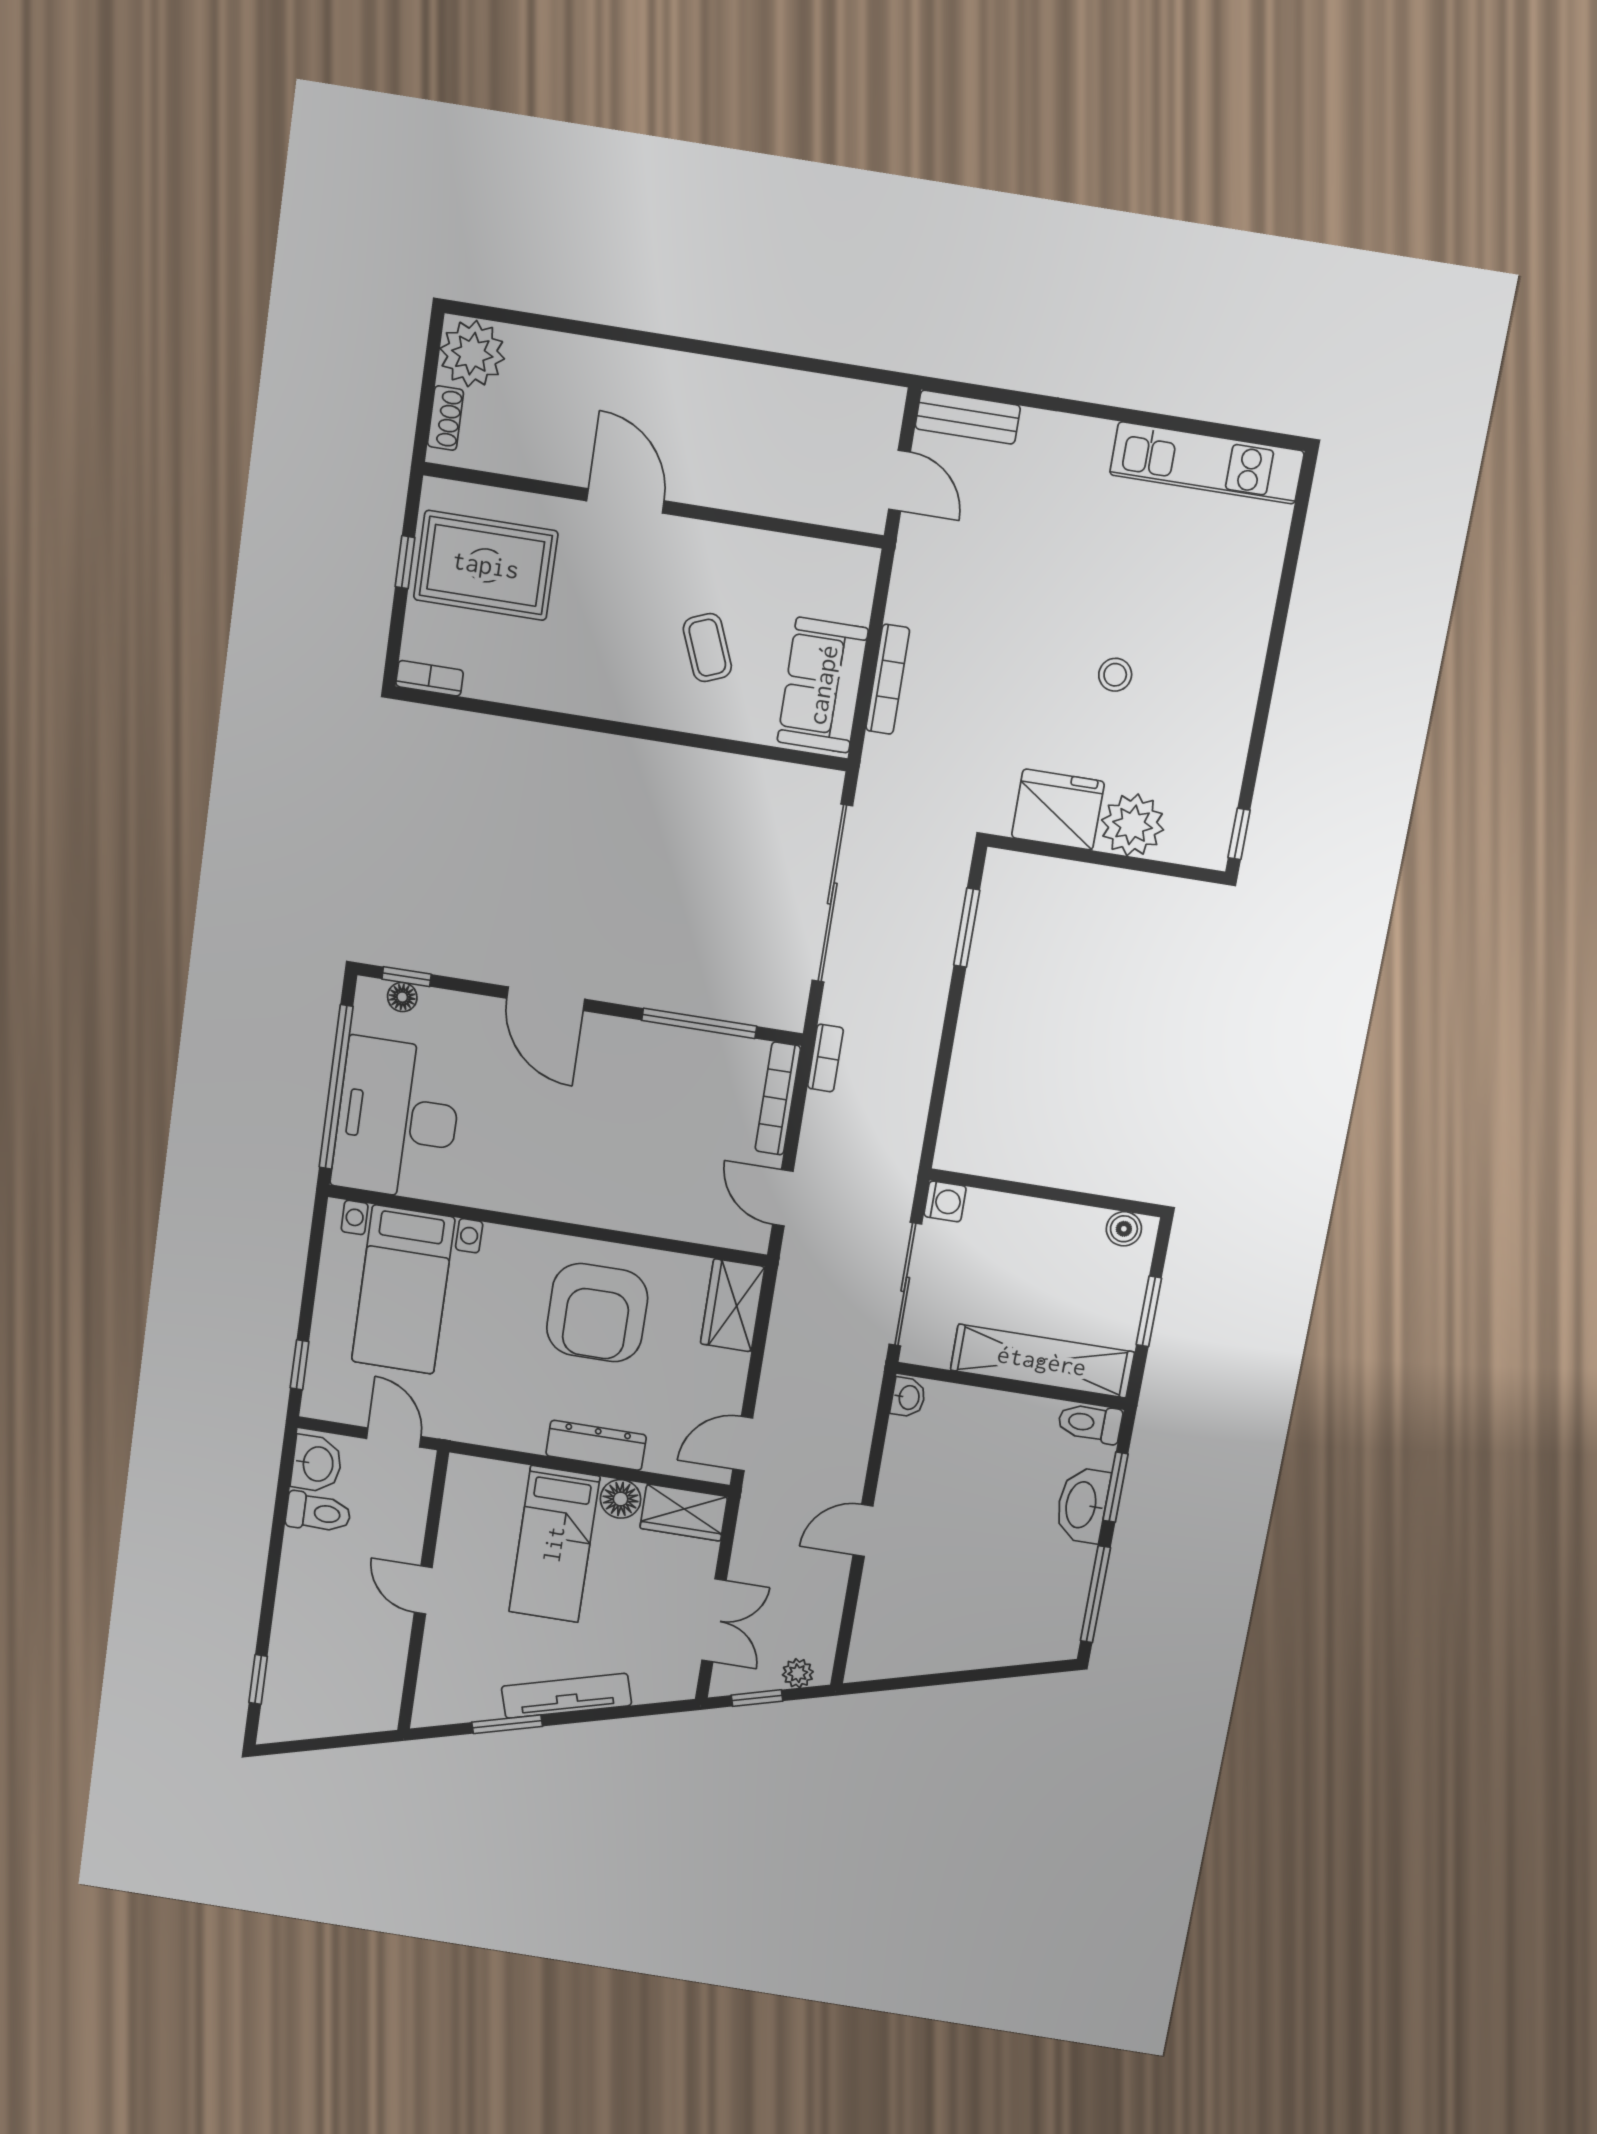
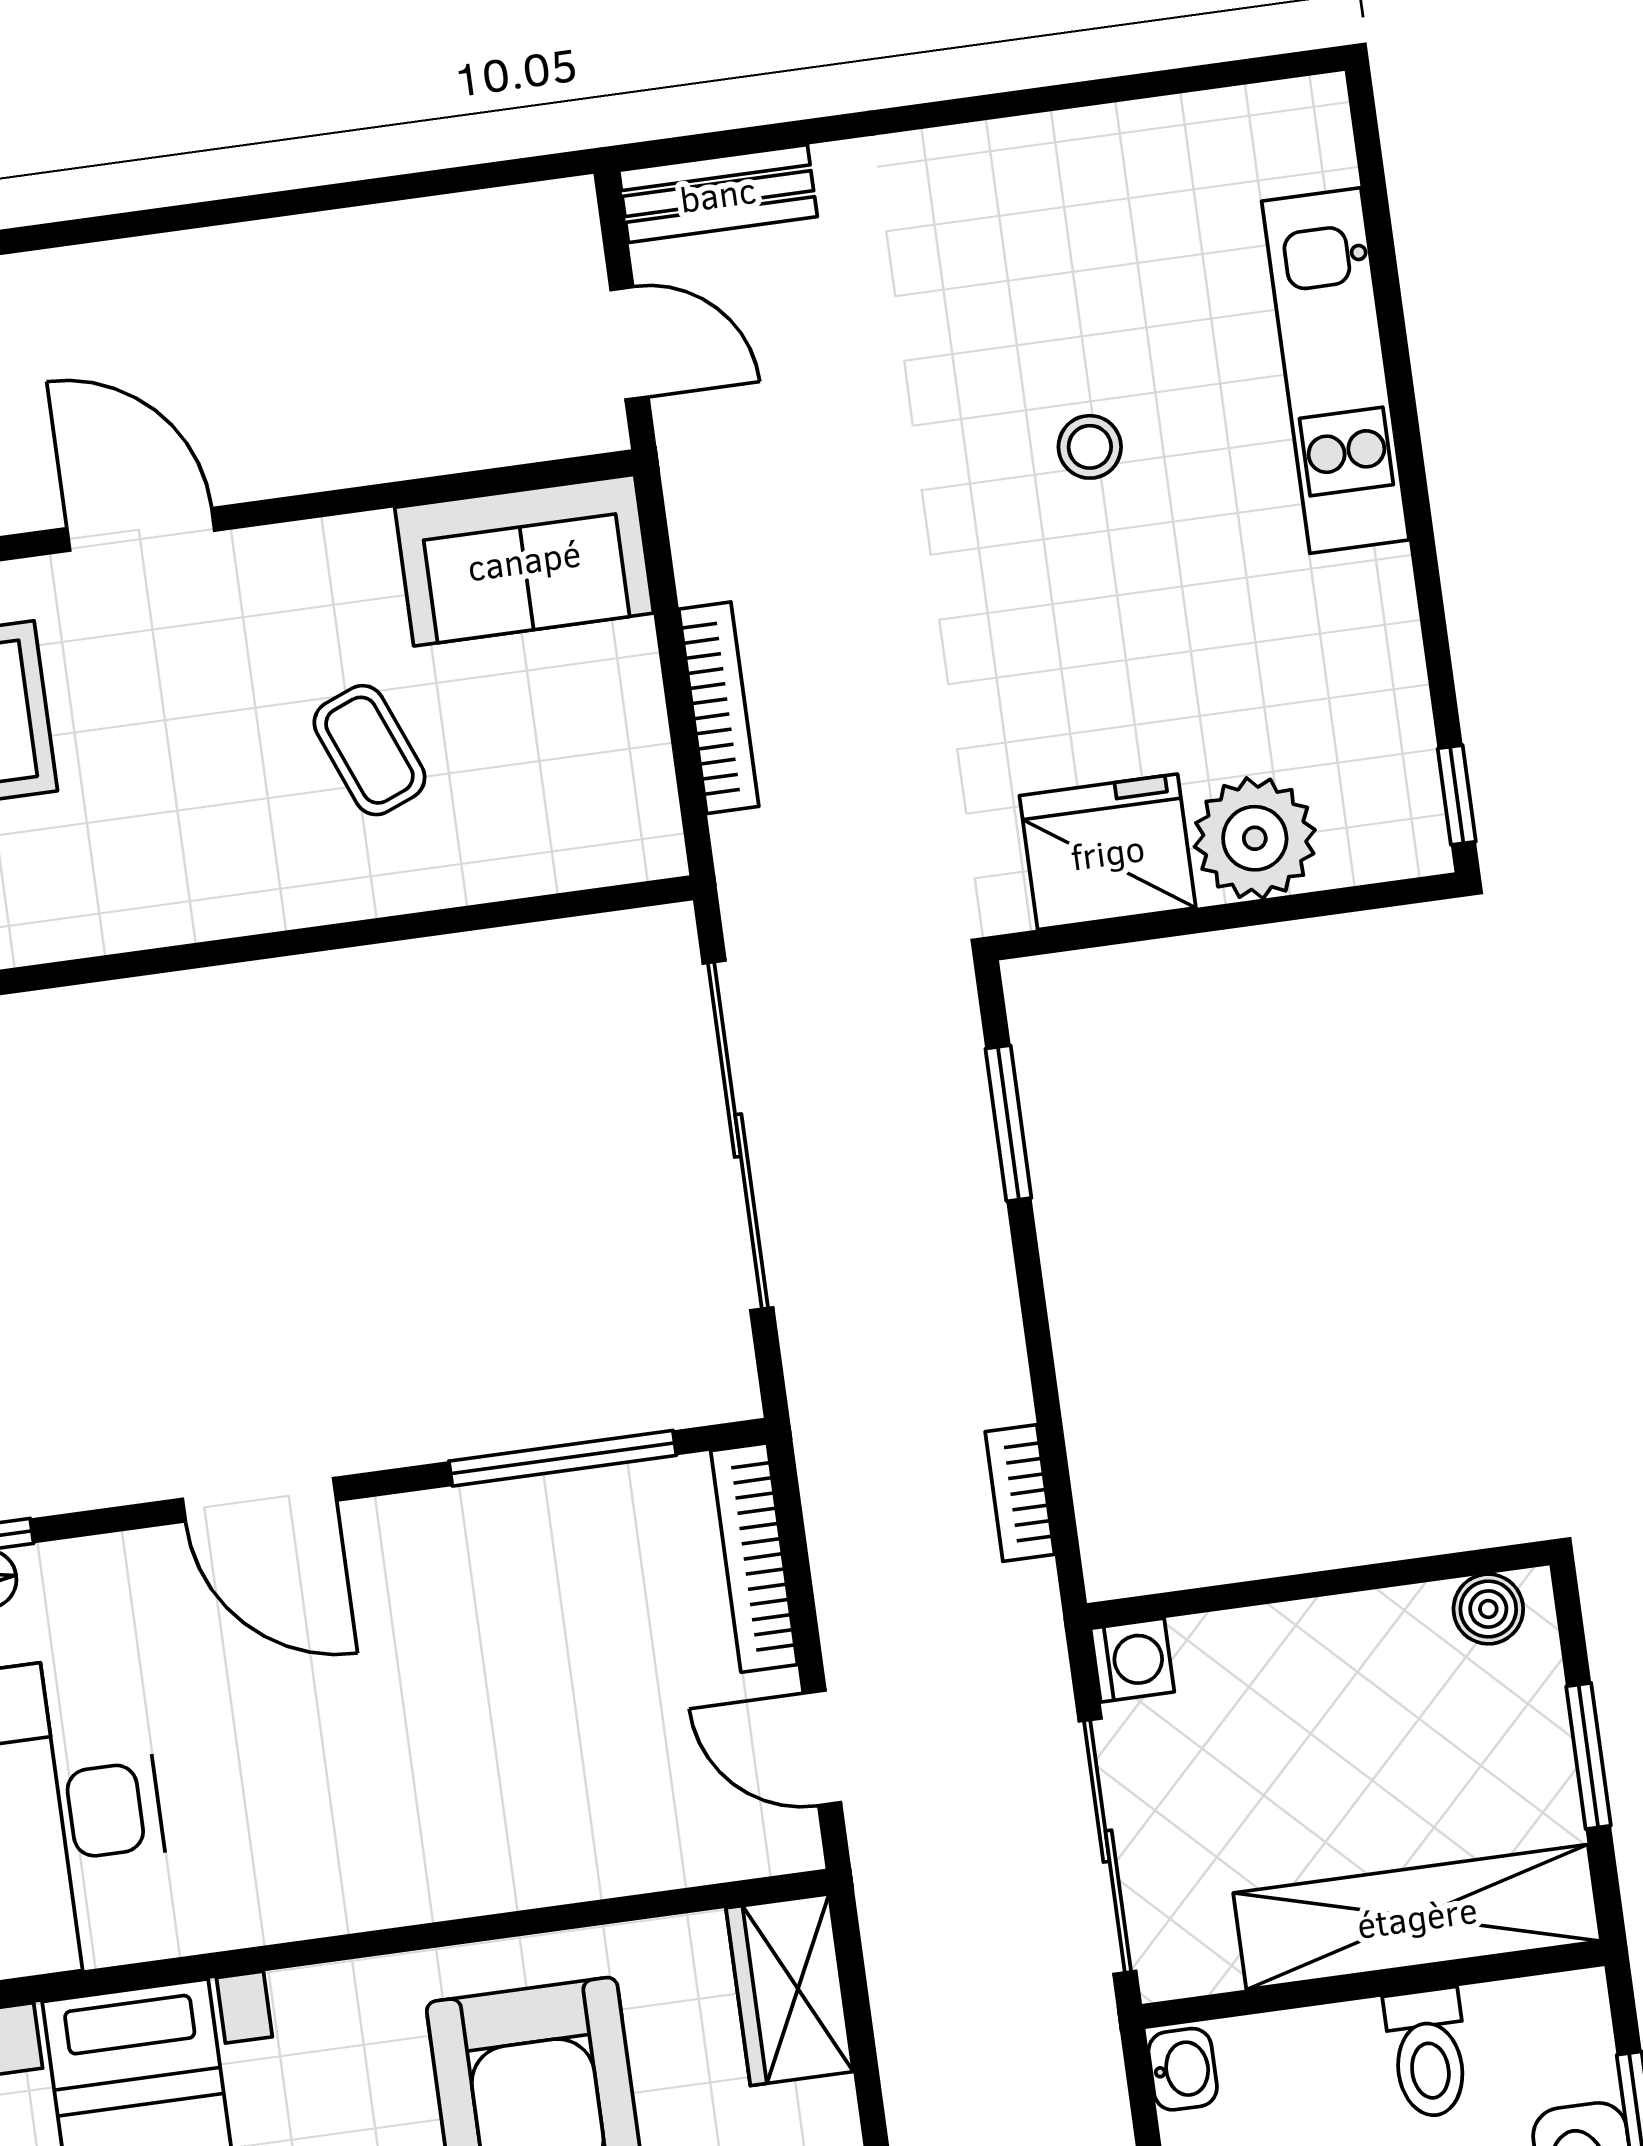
kitchen unit: (1207, 463) -> (1335, 371), moved, turned 90
stool: (1115, 675) -> (1090, 447), moved
sofa: (823, 685) -> (524, 560), moved, turned -90
bookcase: (825, 1058) -> (1020, 1493), moved, turned 180
toilet: (1090, 1423) -> (1428, 2053), moved, turned -90

